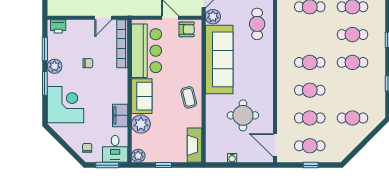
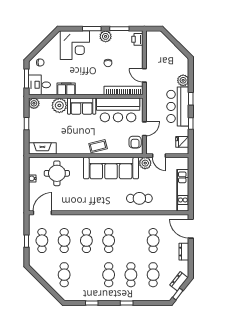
coffee table: (189, 97) -> (98, 146), moved
round table: (243, 115) -> (57, 173), moved

